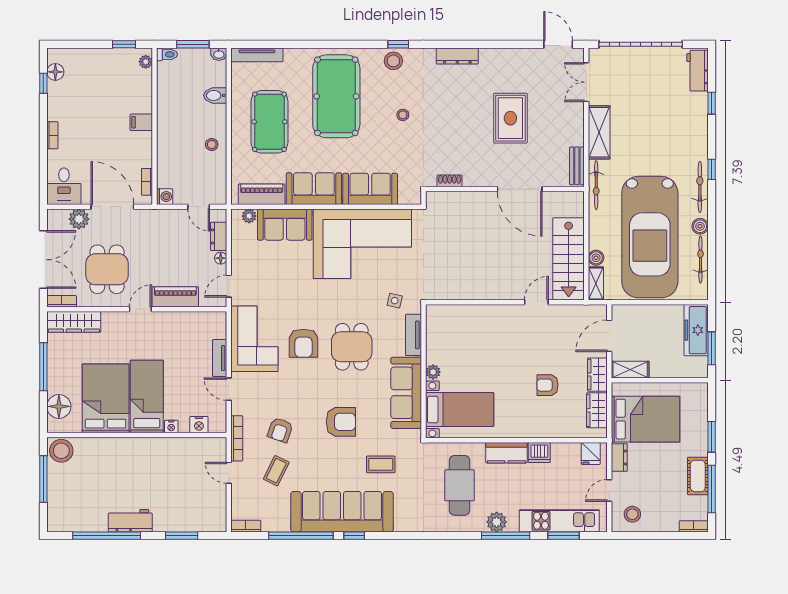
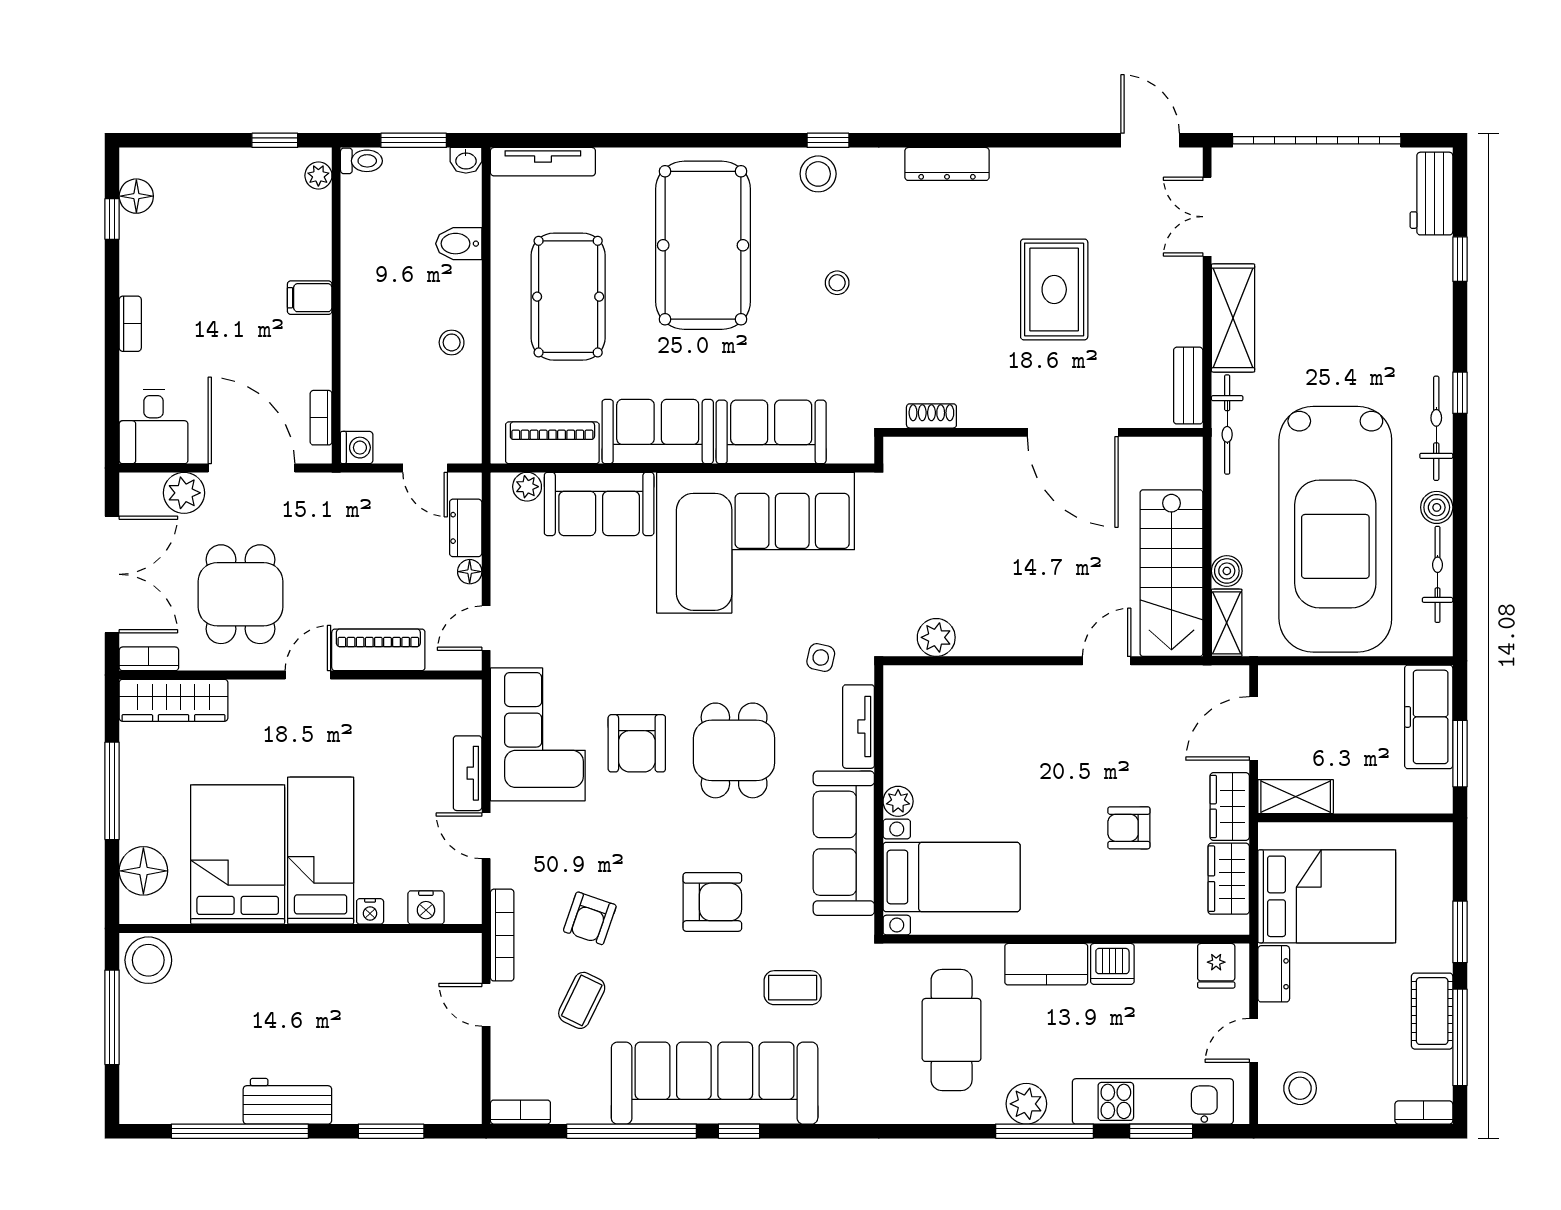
plant: (452, 291) -> (936, 637), added

